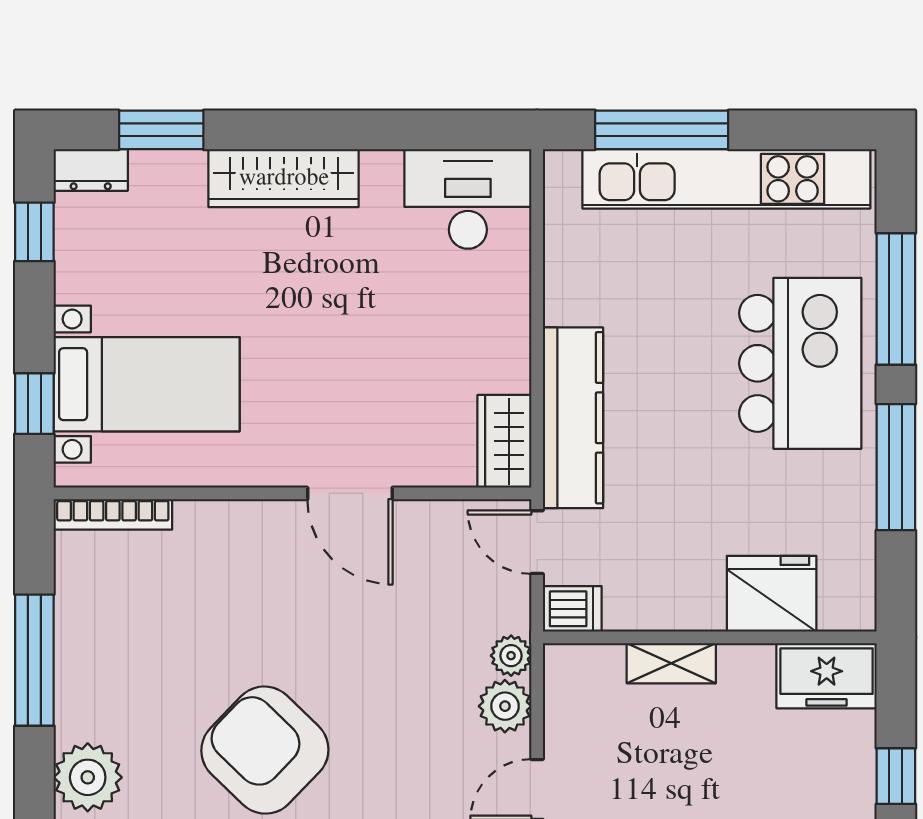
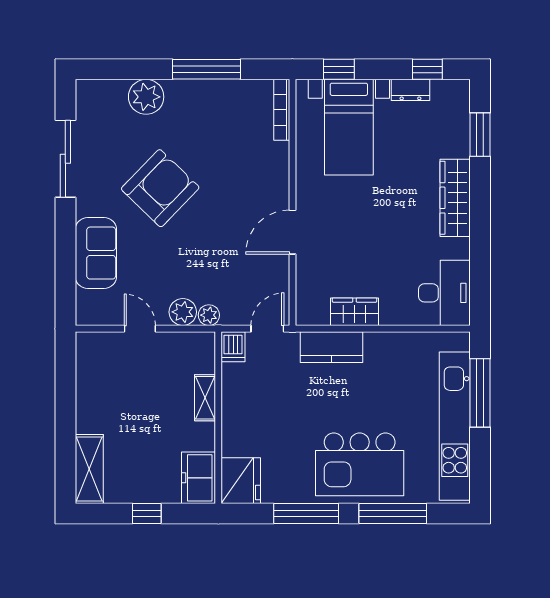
dresser: (91, 170) -> (410, 90), moved, turned -90
kitchen counter: (573, 418) -> (332, 347), width x0.67
wardrobe: (504, 441) -> (354, 312), moved
fridge: (772, 594) -> (241, 481), moved

